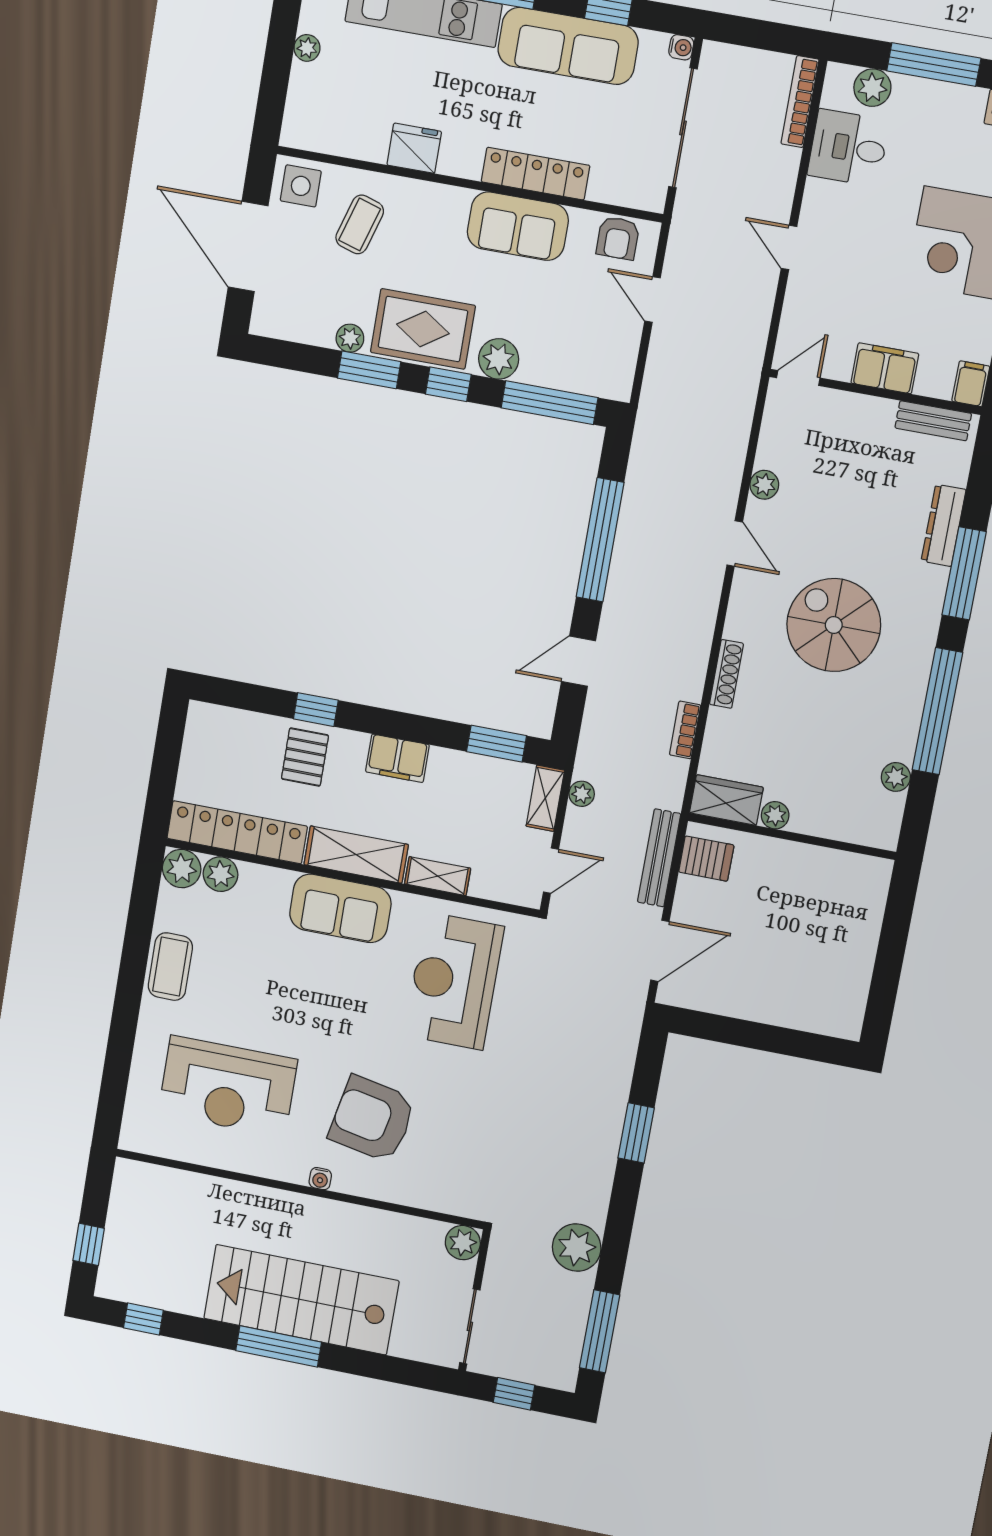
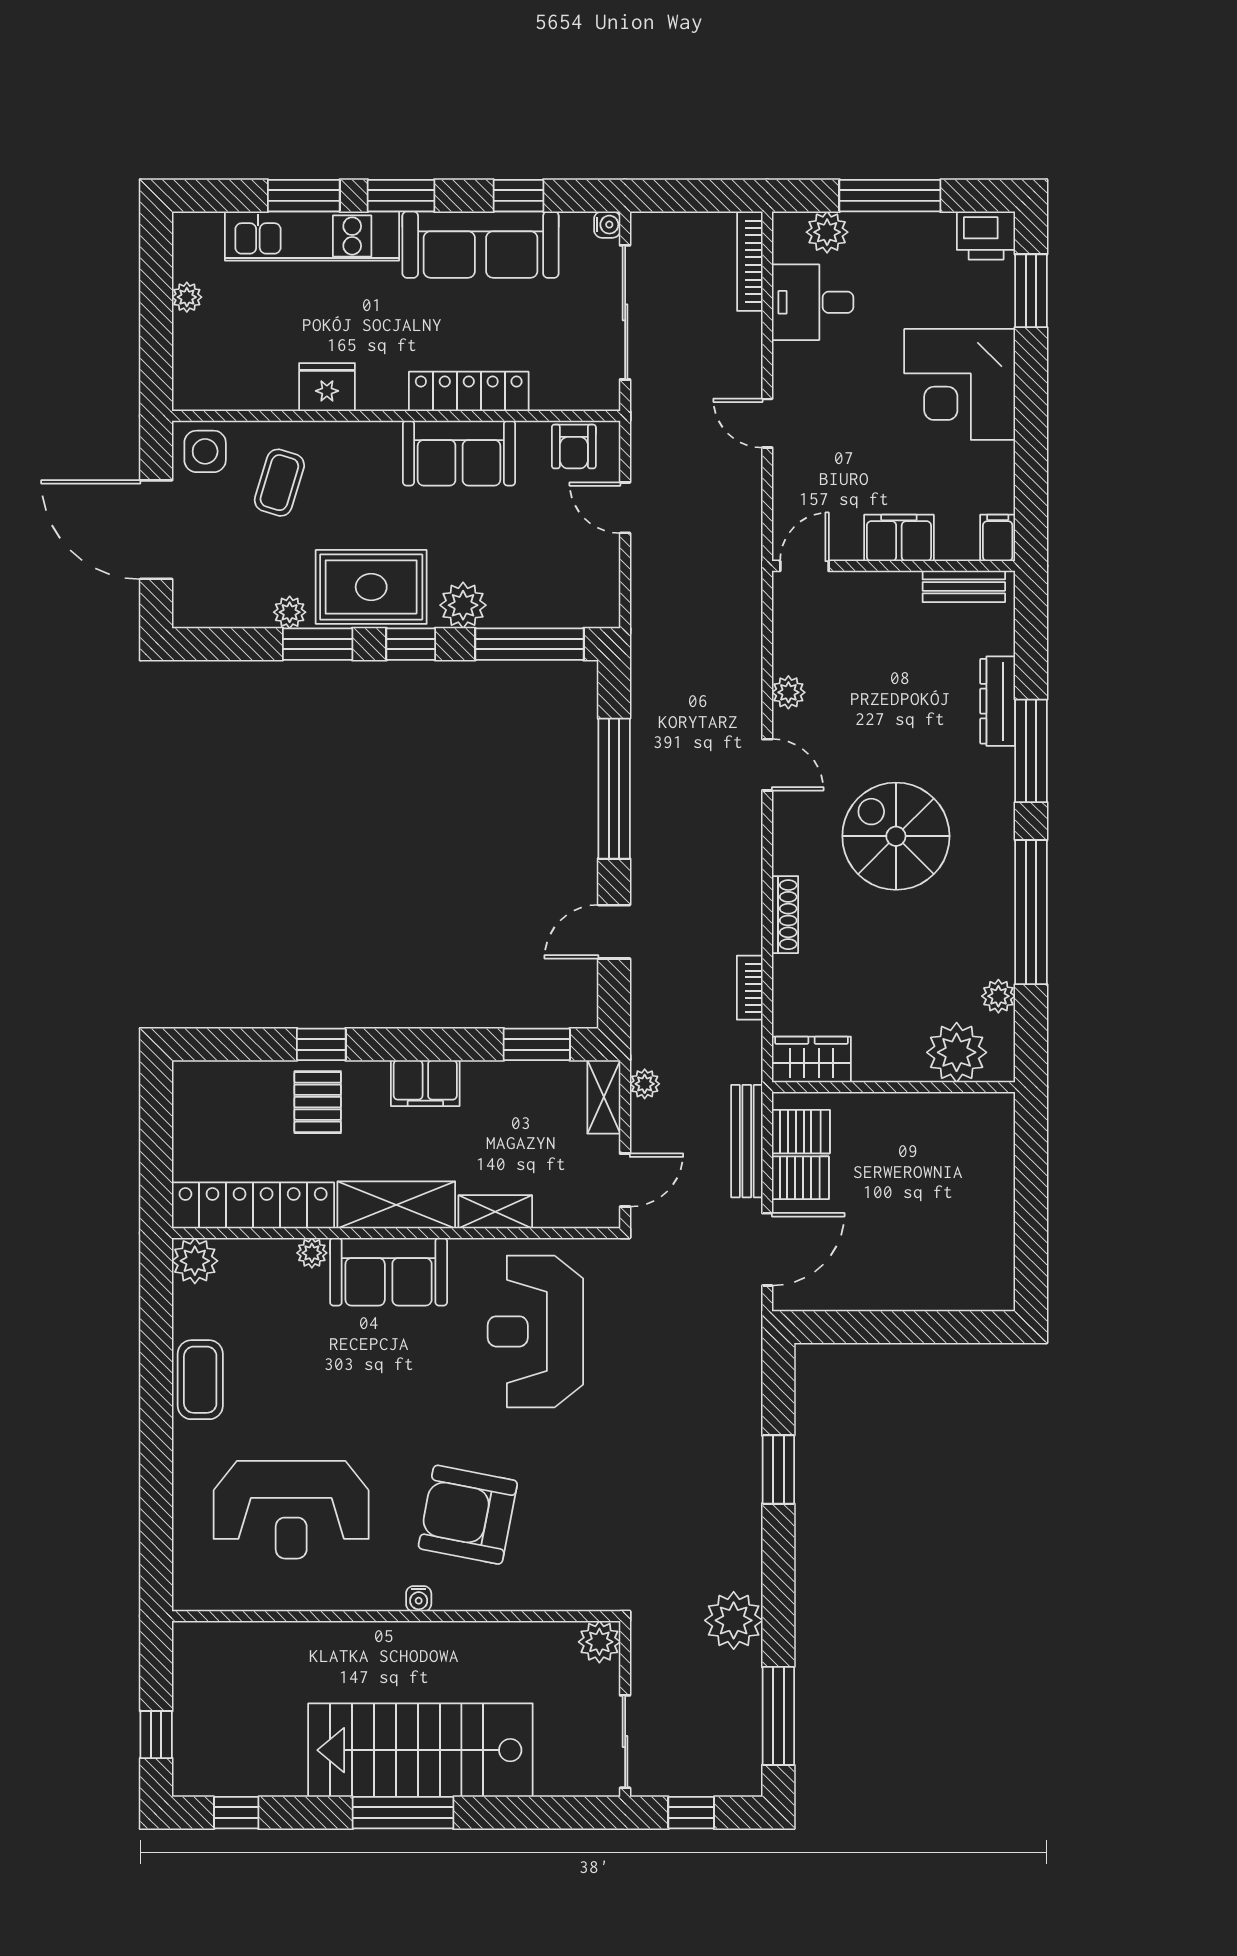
plant: (775, 815) -> (957, 1052), moved, width x1.88, depth x1.88
plant: (220, 874) -> (312, 1253), moved, width x0.73, depth x0.73
server rack: (699, 897) -> (800, 1178), added

